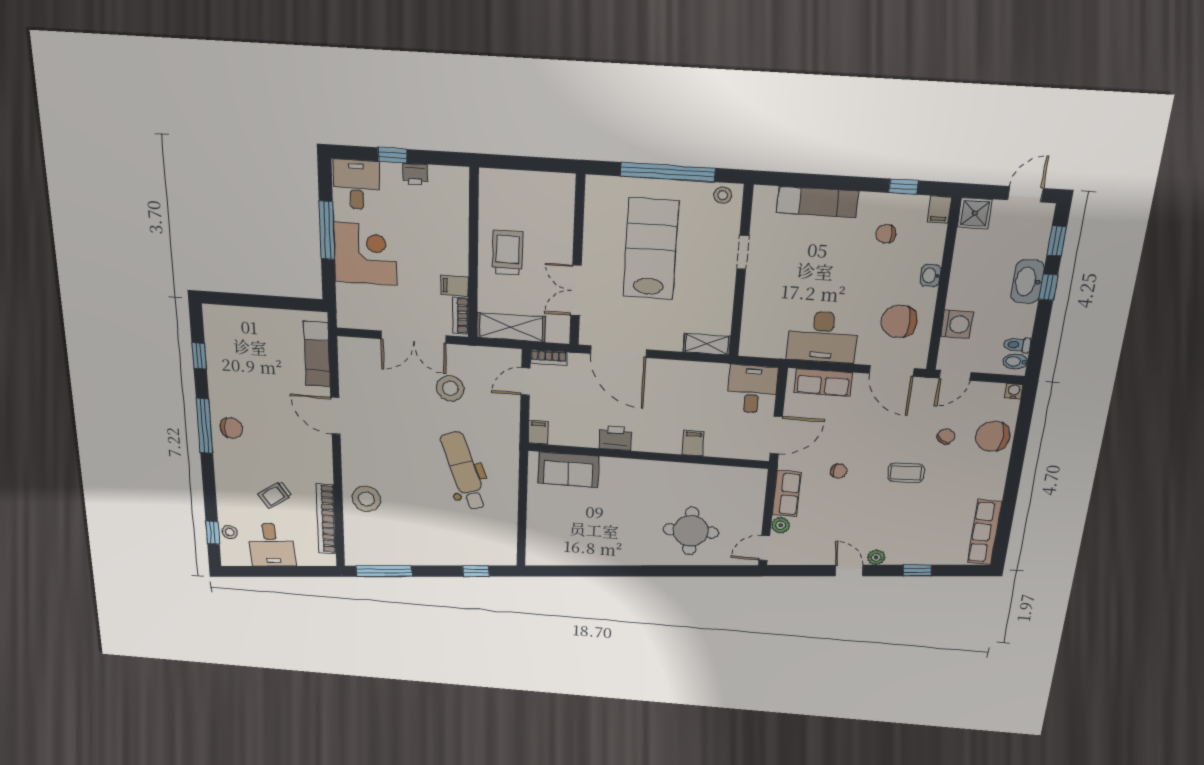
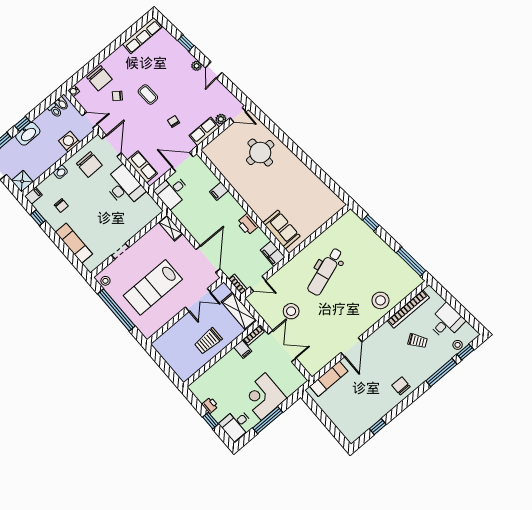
window: (205, 426) -> (441, 373), moved
filing cabinet: (538, 432) -> (273, 254), width x2.00

